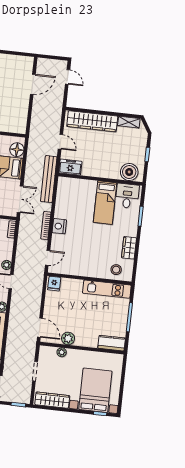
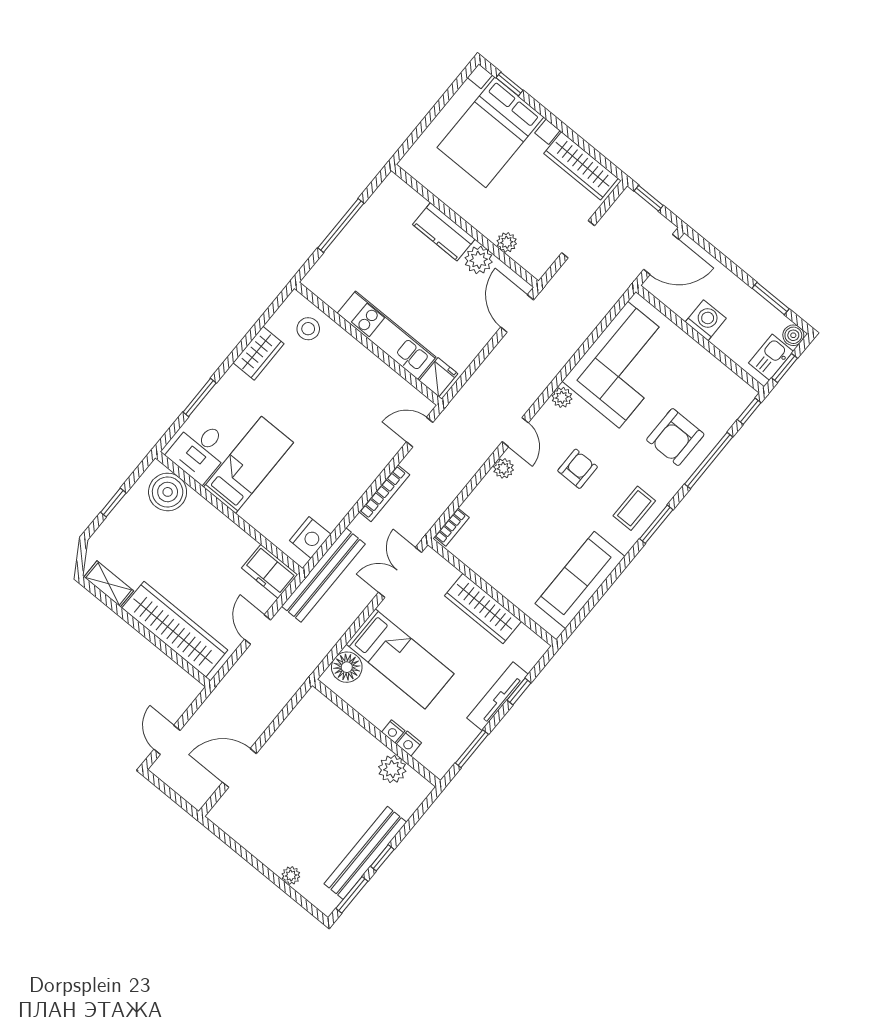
nightstand: (59, 226) -> (310, 537), moved
kitchen unit: (107, 289) -> (387, 335), moved
kitchen counter: (112, 343) -> (444, 232), moved

